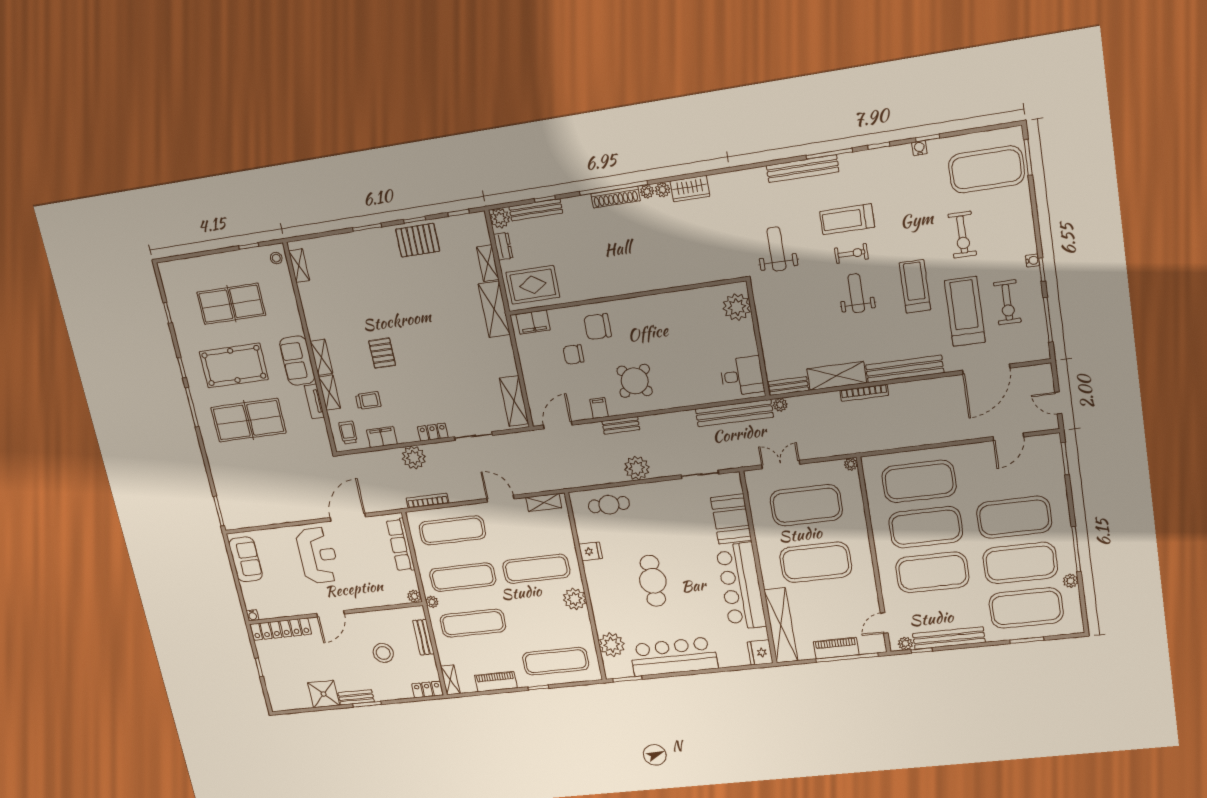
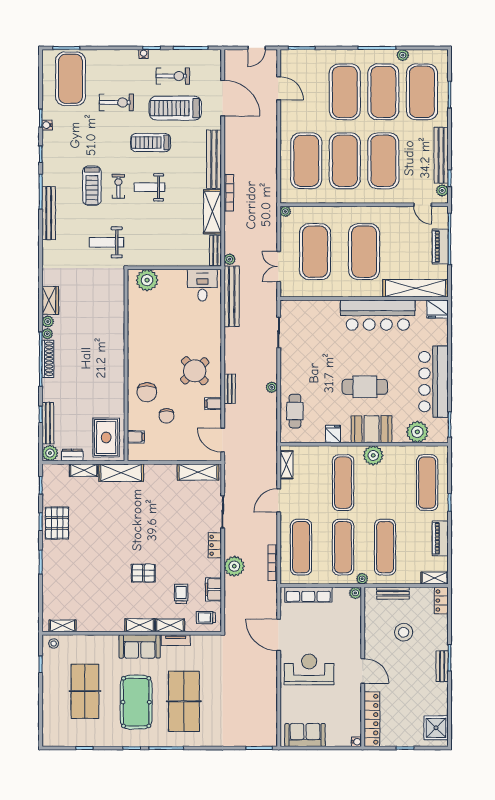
filing cabinet: (533, 322) -> (136, 437), width x0.50
plant: (637, 468) -> (272, 387), width x0.53, depth x0.53
booth: (731, 519) -> (371, 429), moved
shower: (324, 694) -> (436, 728), moved

